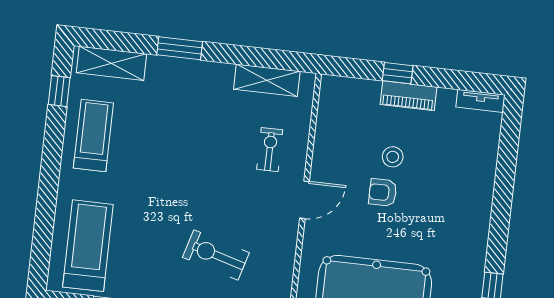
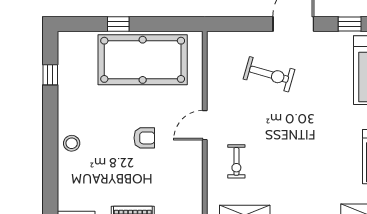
stool: (393, 157) -> (72, 143), moved

